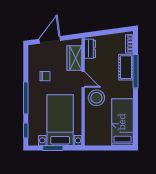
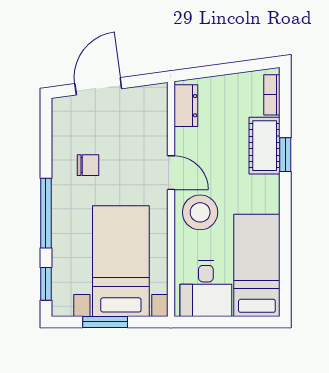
wardrobe: (74, 58) -> (152, 126), removed
window: (136, 71) -> (285, 155), width x0.46
desk: (99, 133) -> (206, 289), added

